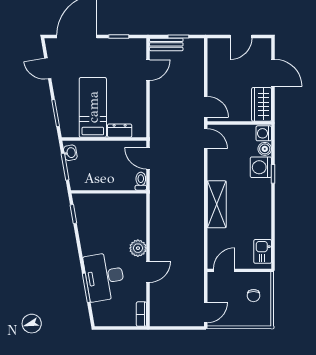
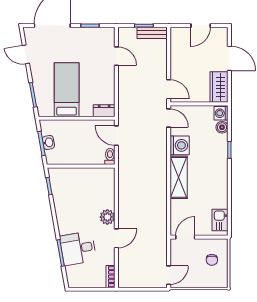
bench: (166, 44) -> (152, 33), moved
door: (148, 70) -> (116, 56), hinge flipped
dresser: (120, 131) -> (104, 111), moved
washbasin: (70, 153) -> (48, 142), moved
washing machine: (261, 167) -> (180, 145), moved, turned 180
desk: (104, 277) -> (78, 248), width x0.73

